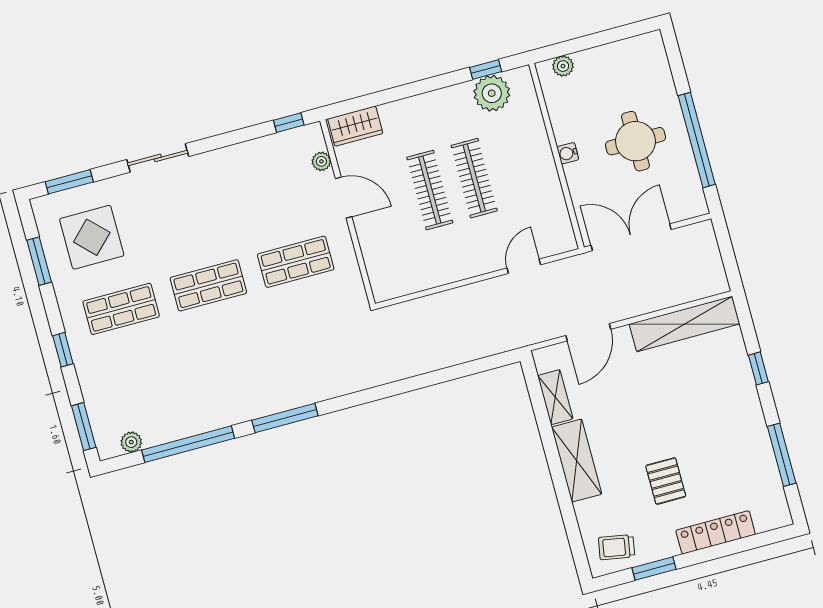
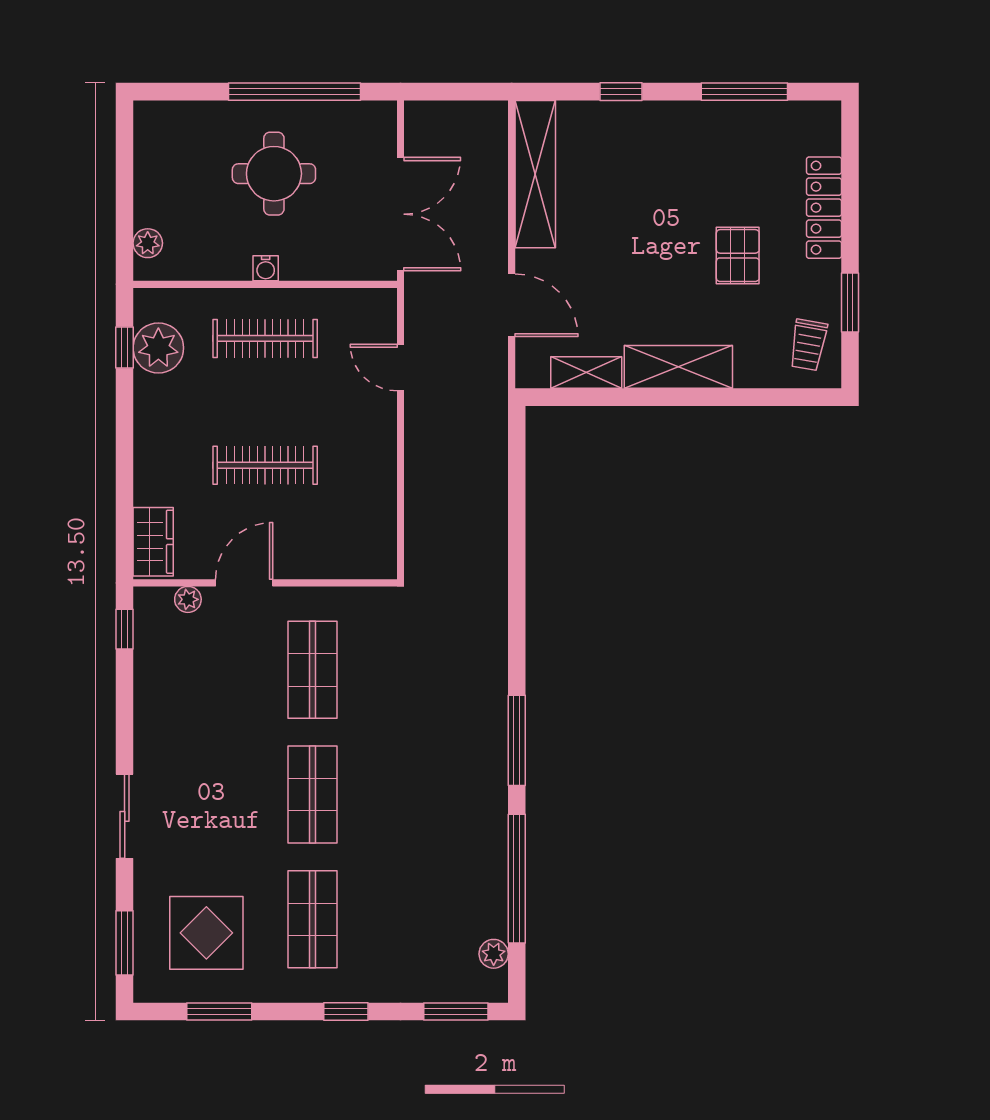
clothes rail: (474, 178) -> (265, 338), moved
double door: (631, 237) -> (400, 214), swing flipped
pallet: (666, 481) -> (738, 256), turned 90

